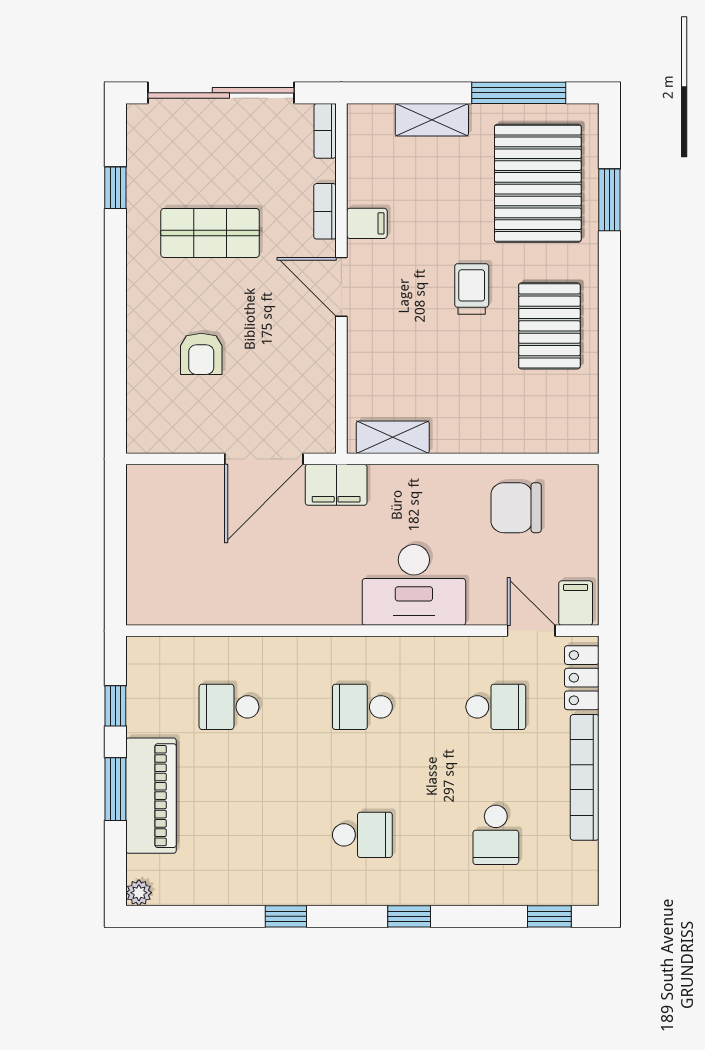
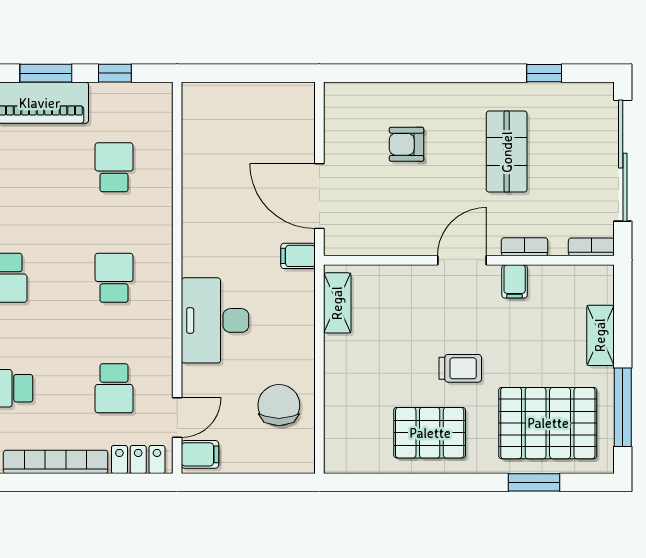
filing cabinet: (336, 485) -> (298, 256), width x0.50

